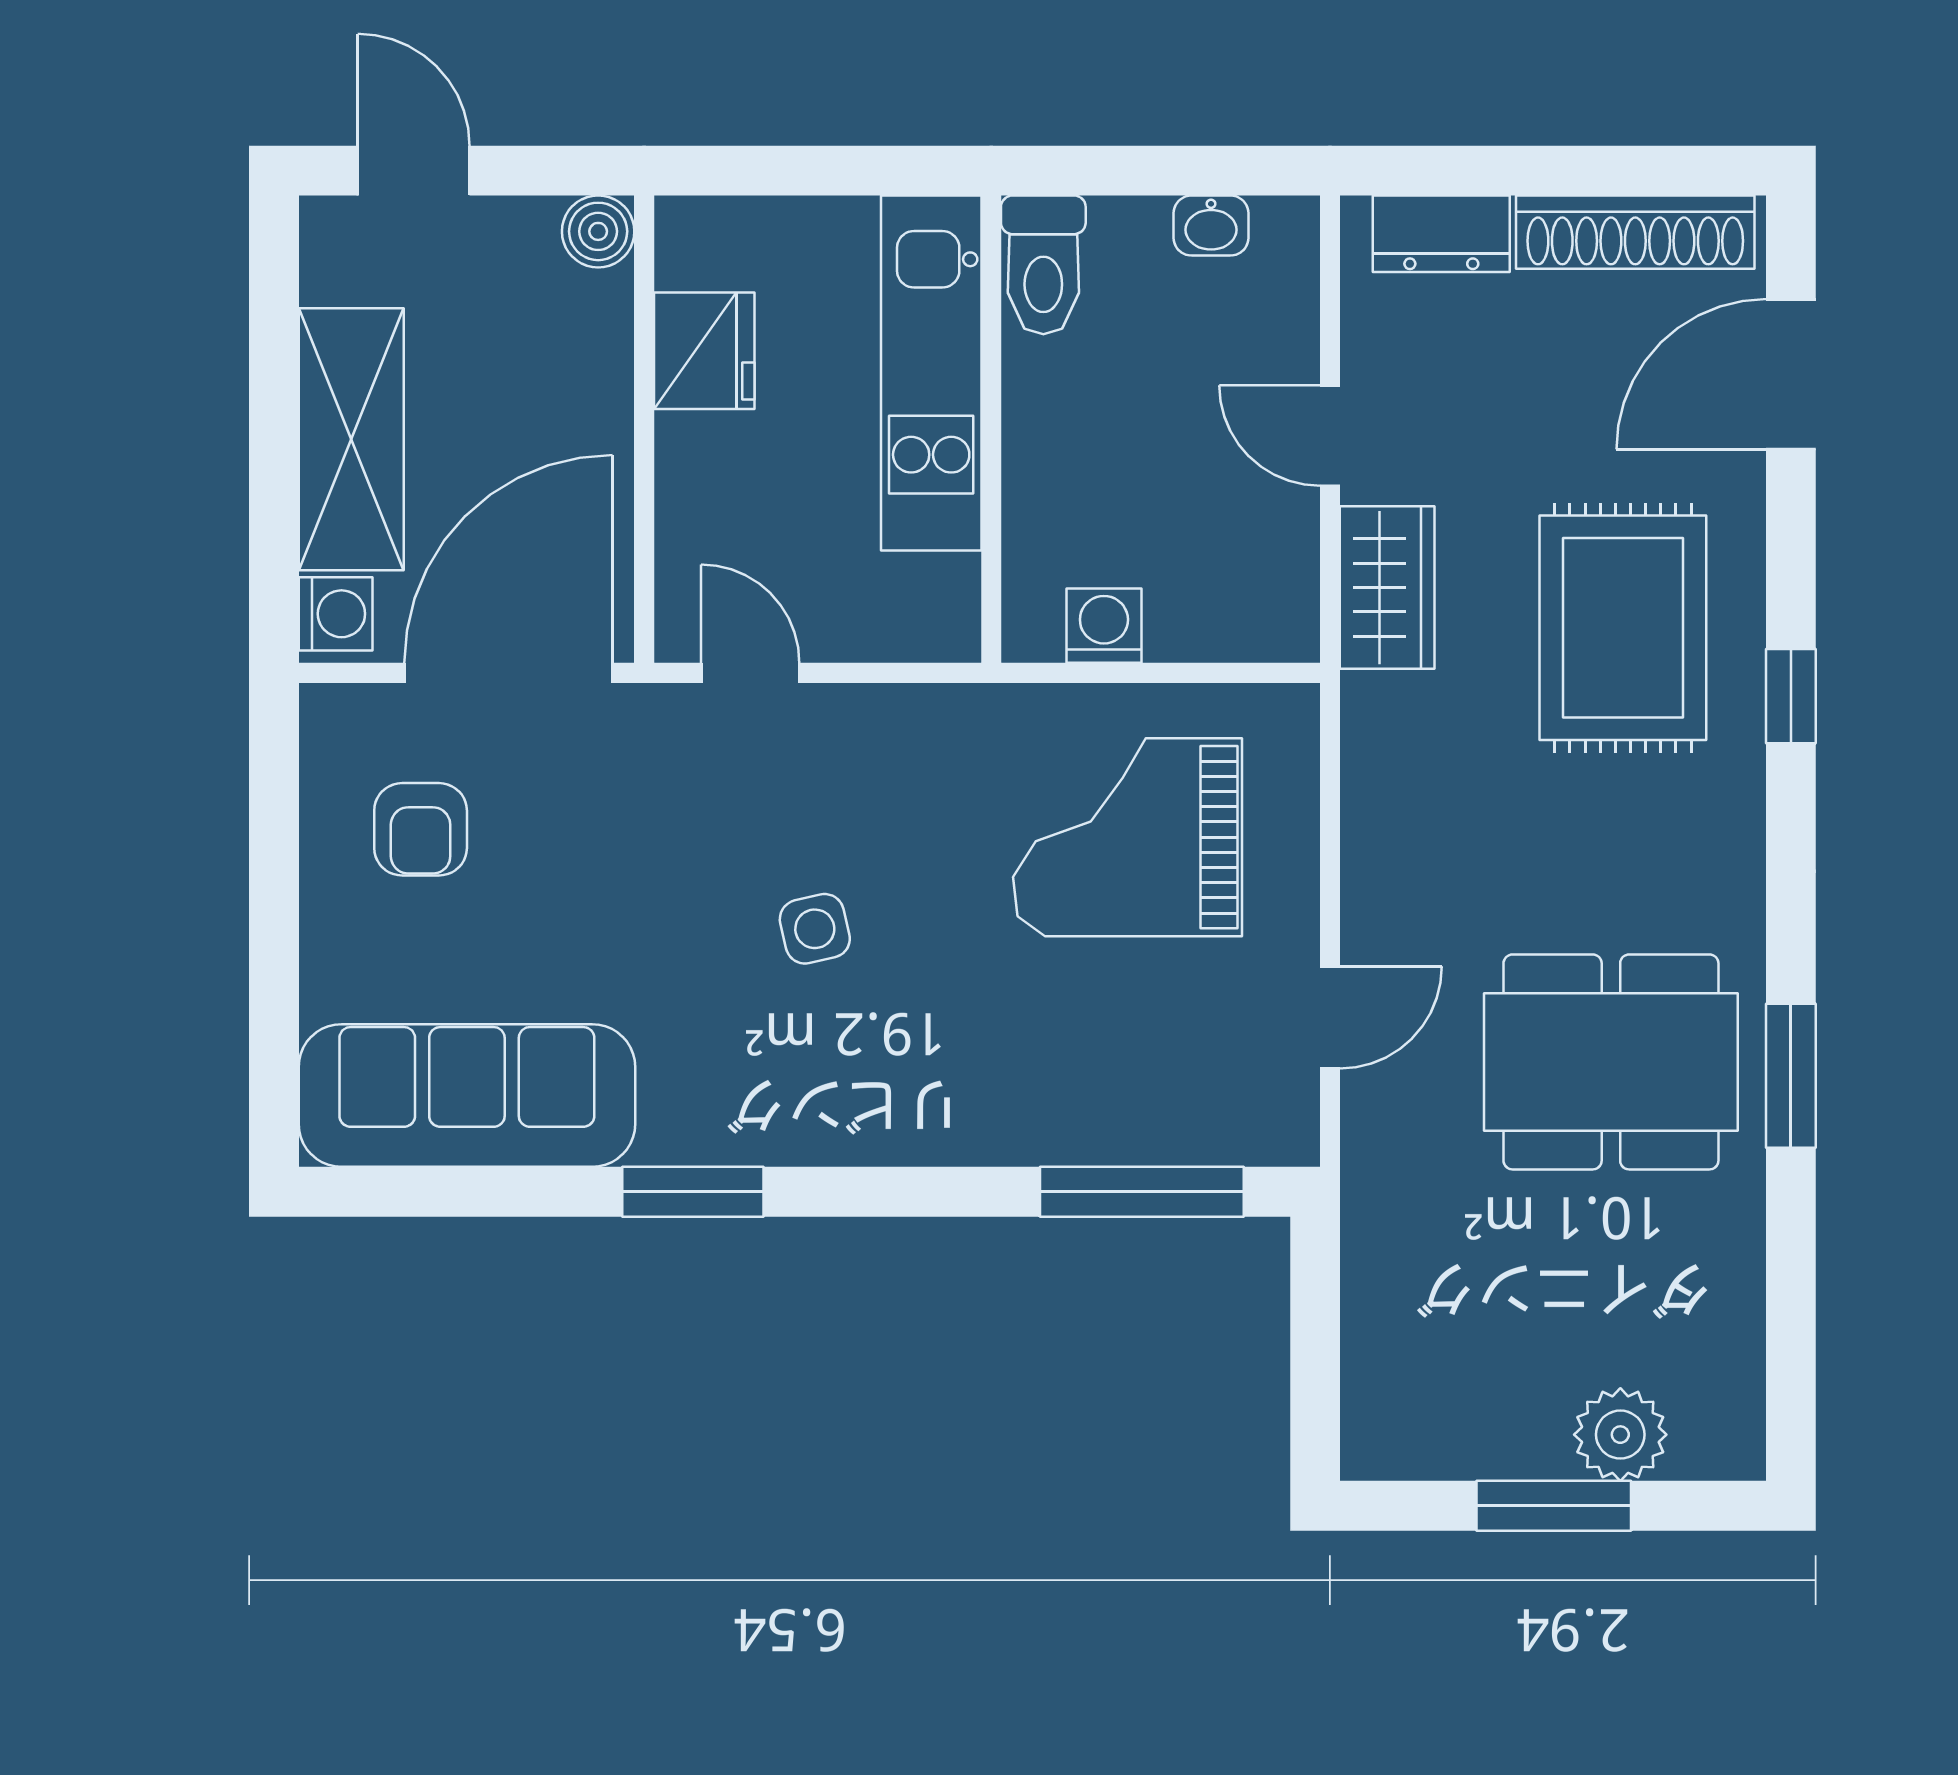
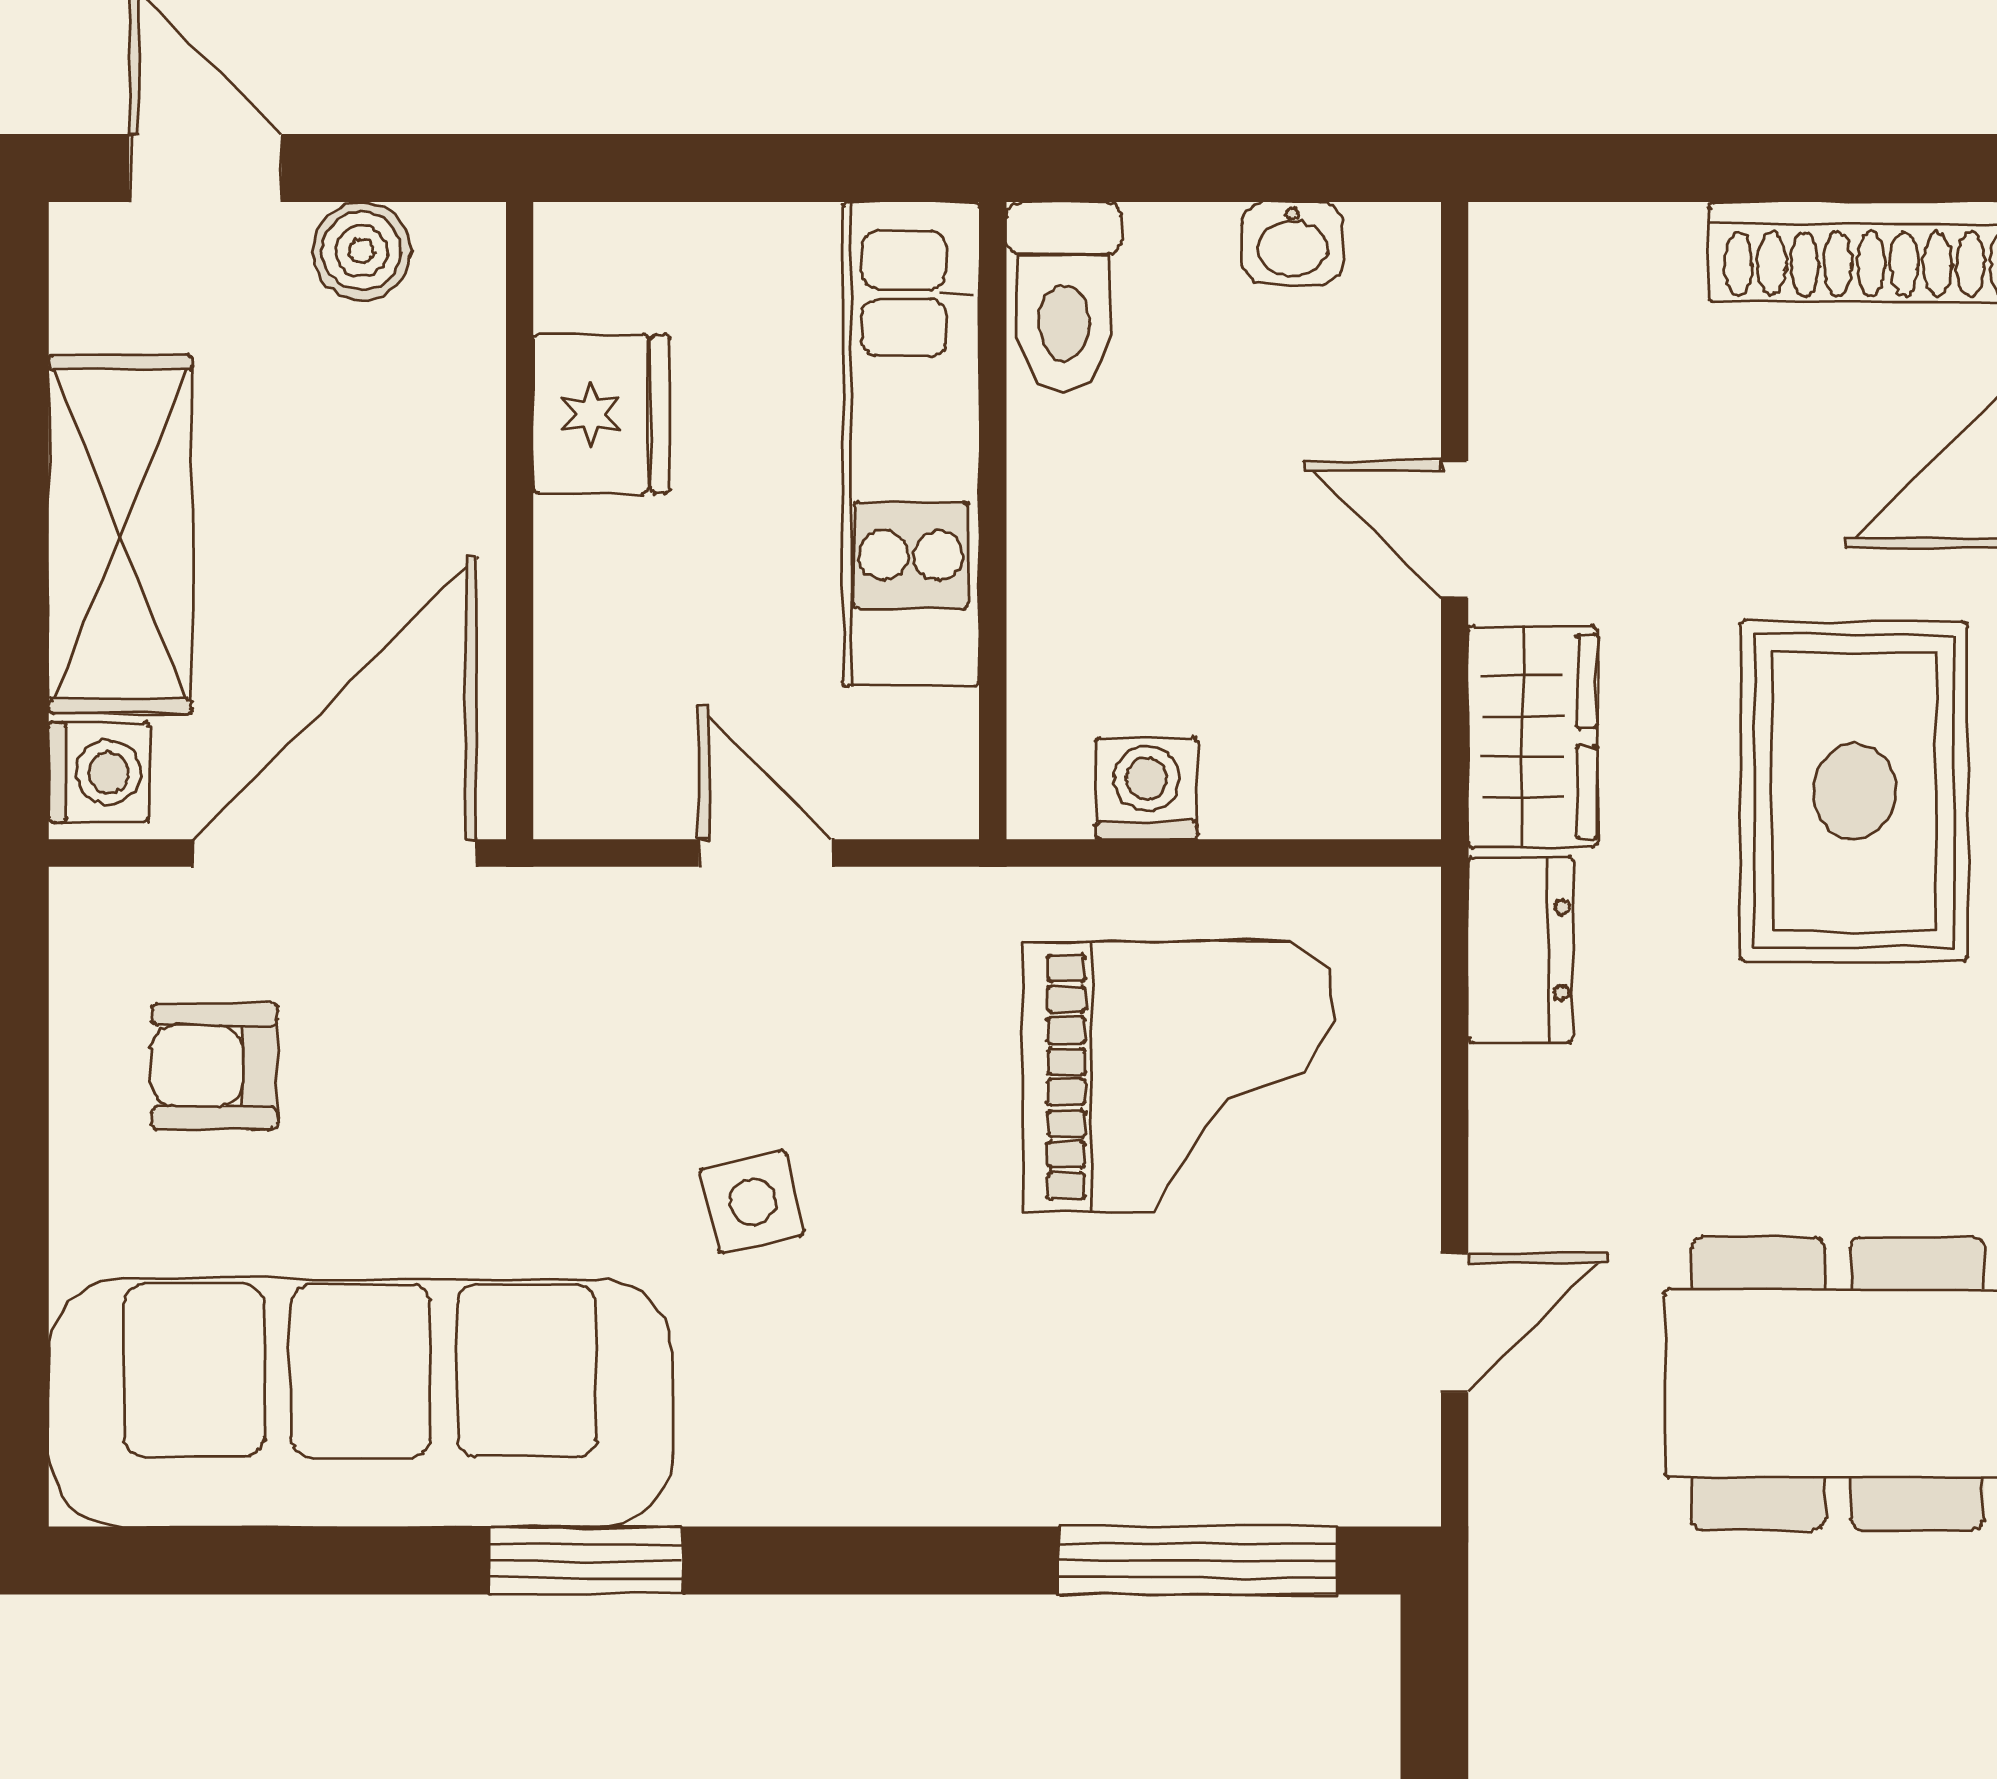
boiler: (598, 231) -> (362, 251), moved
dresser: (1441, 234) -> (1521, 950), moved, turned -90
door: (750, 673) -> (766, 853), moved
armchair: (421, 829) -> (215, 1066), turned 90
grand piano: (1127, 837) -> (1179, 1077), turned 180
sofa: (467, 1096) -> (360, 1403), width x1.36, depth x1.27

